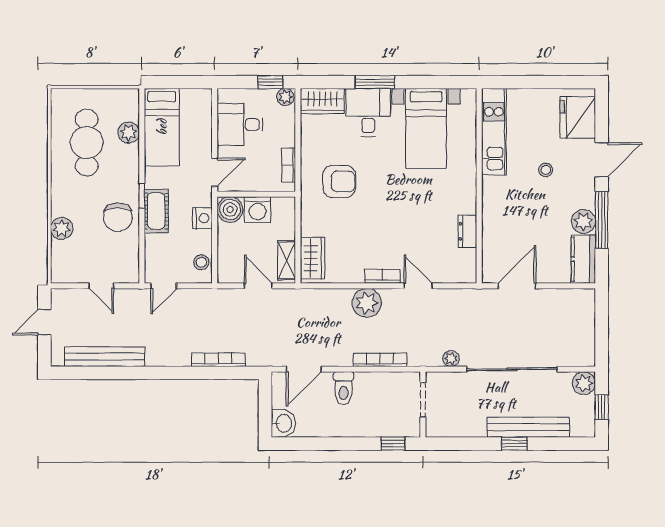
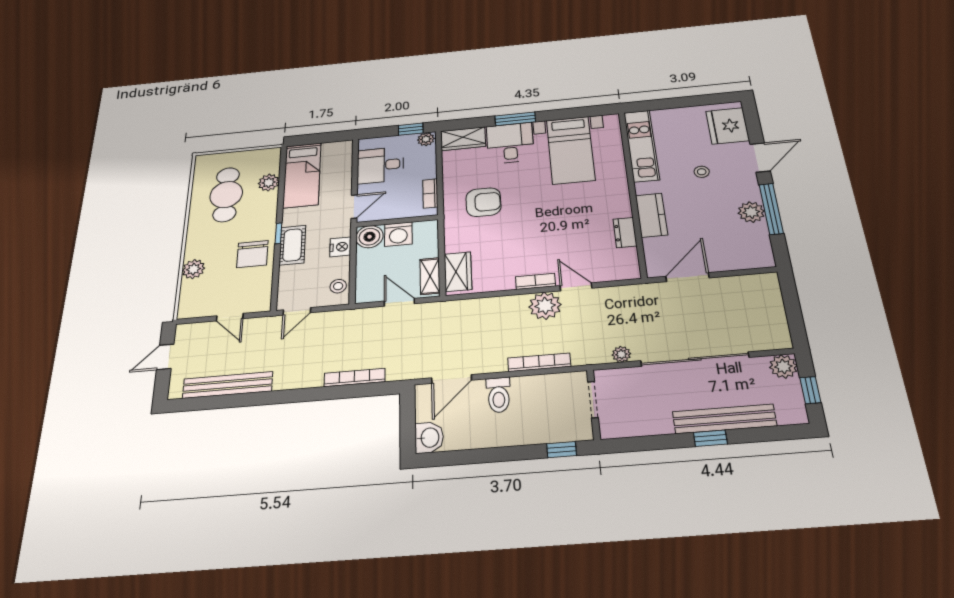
kitchen counter: (583, 259) -> (652, 215), moved, turned 180
plant: (367, 303) -> (545, 306), moved

